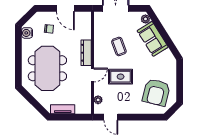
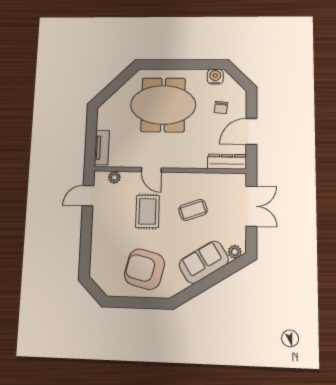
dresser: (86, 53) -> (227, 162), moved
armchair: (156, 92) -> (145, 269), moved
tv unit: (63, 109) -> (102, 148), moved

